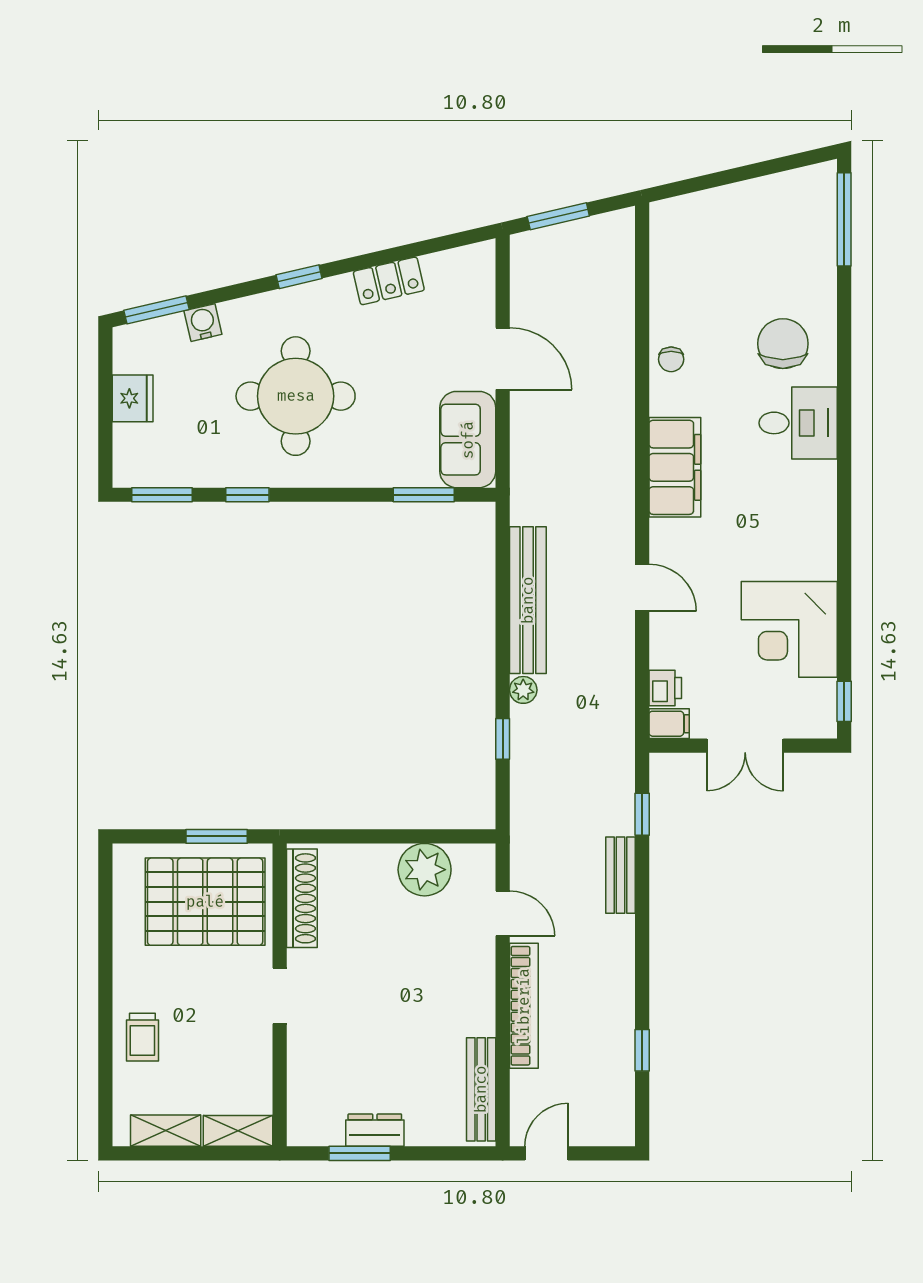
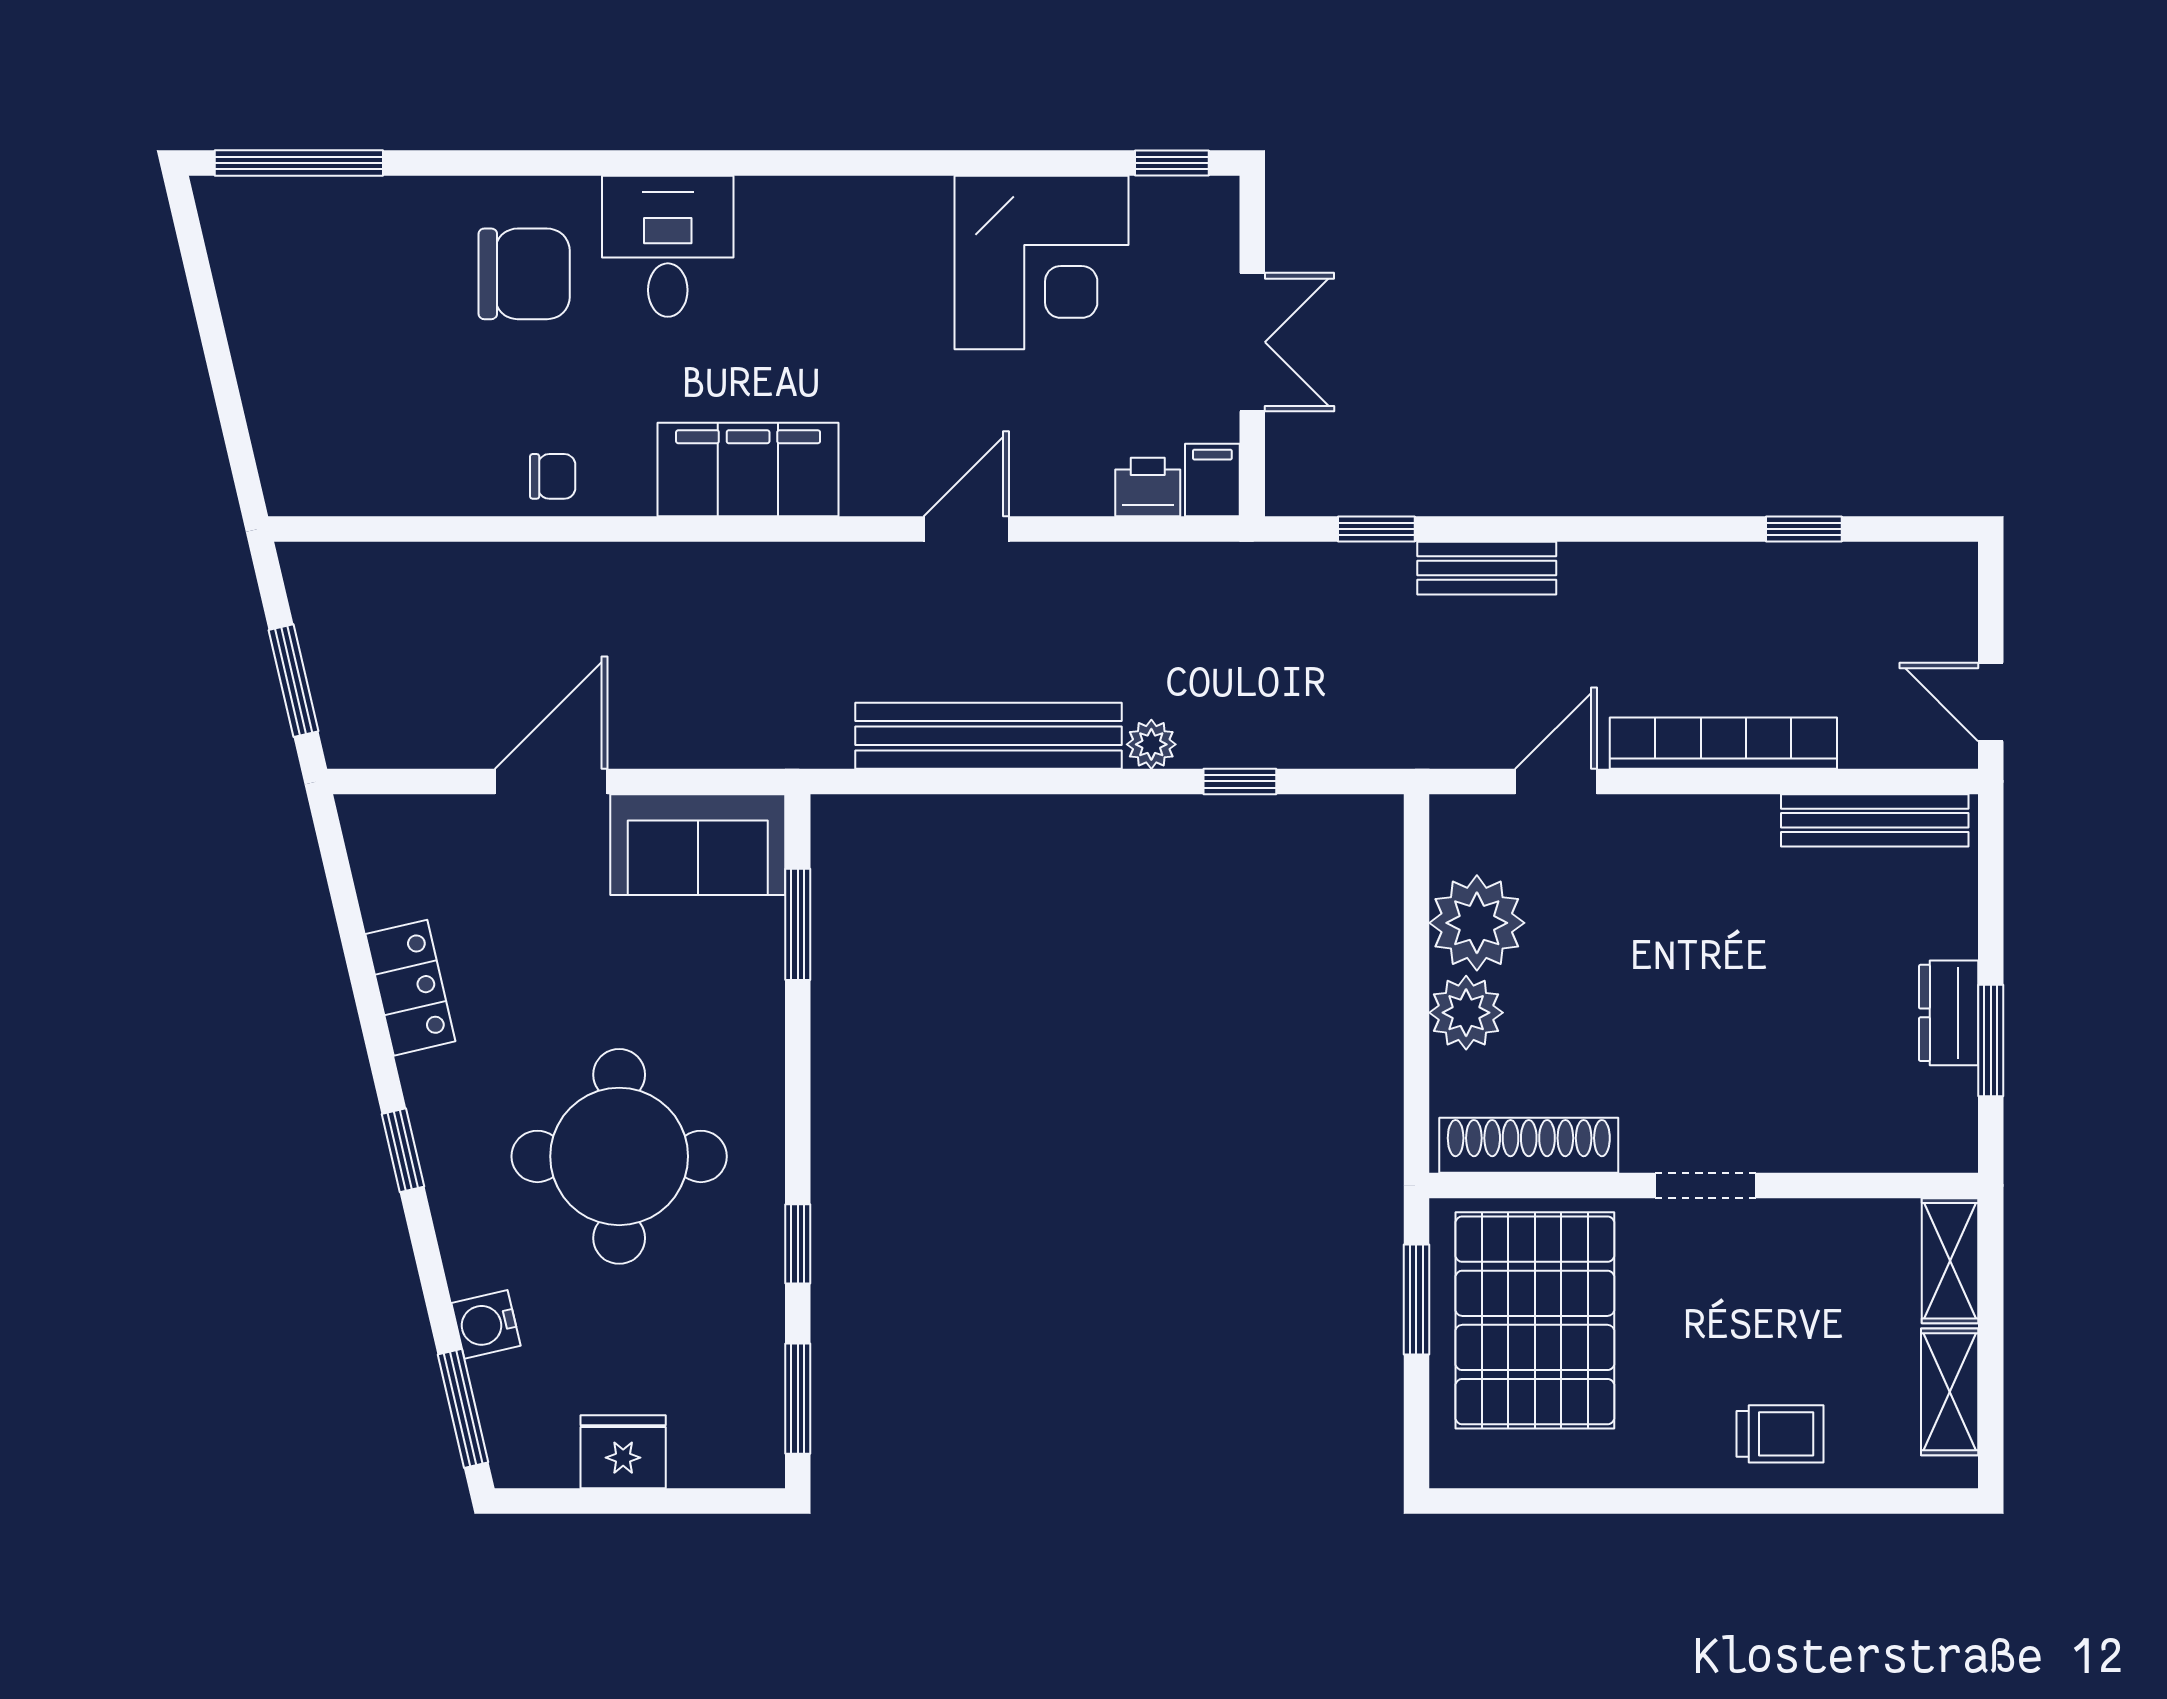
chair: (783, 344) -> (524, 274), turned 180
plant: (375, 864) -> (1466, 1013), added

